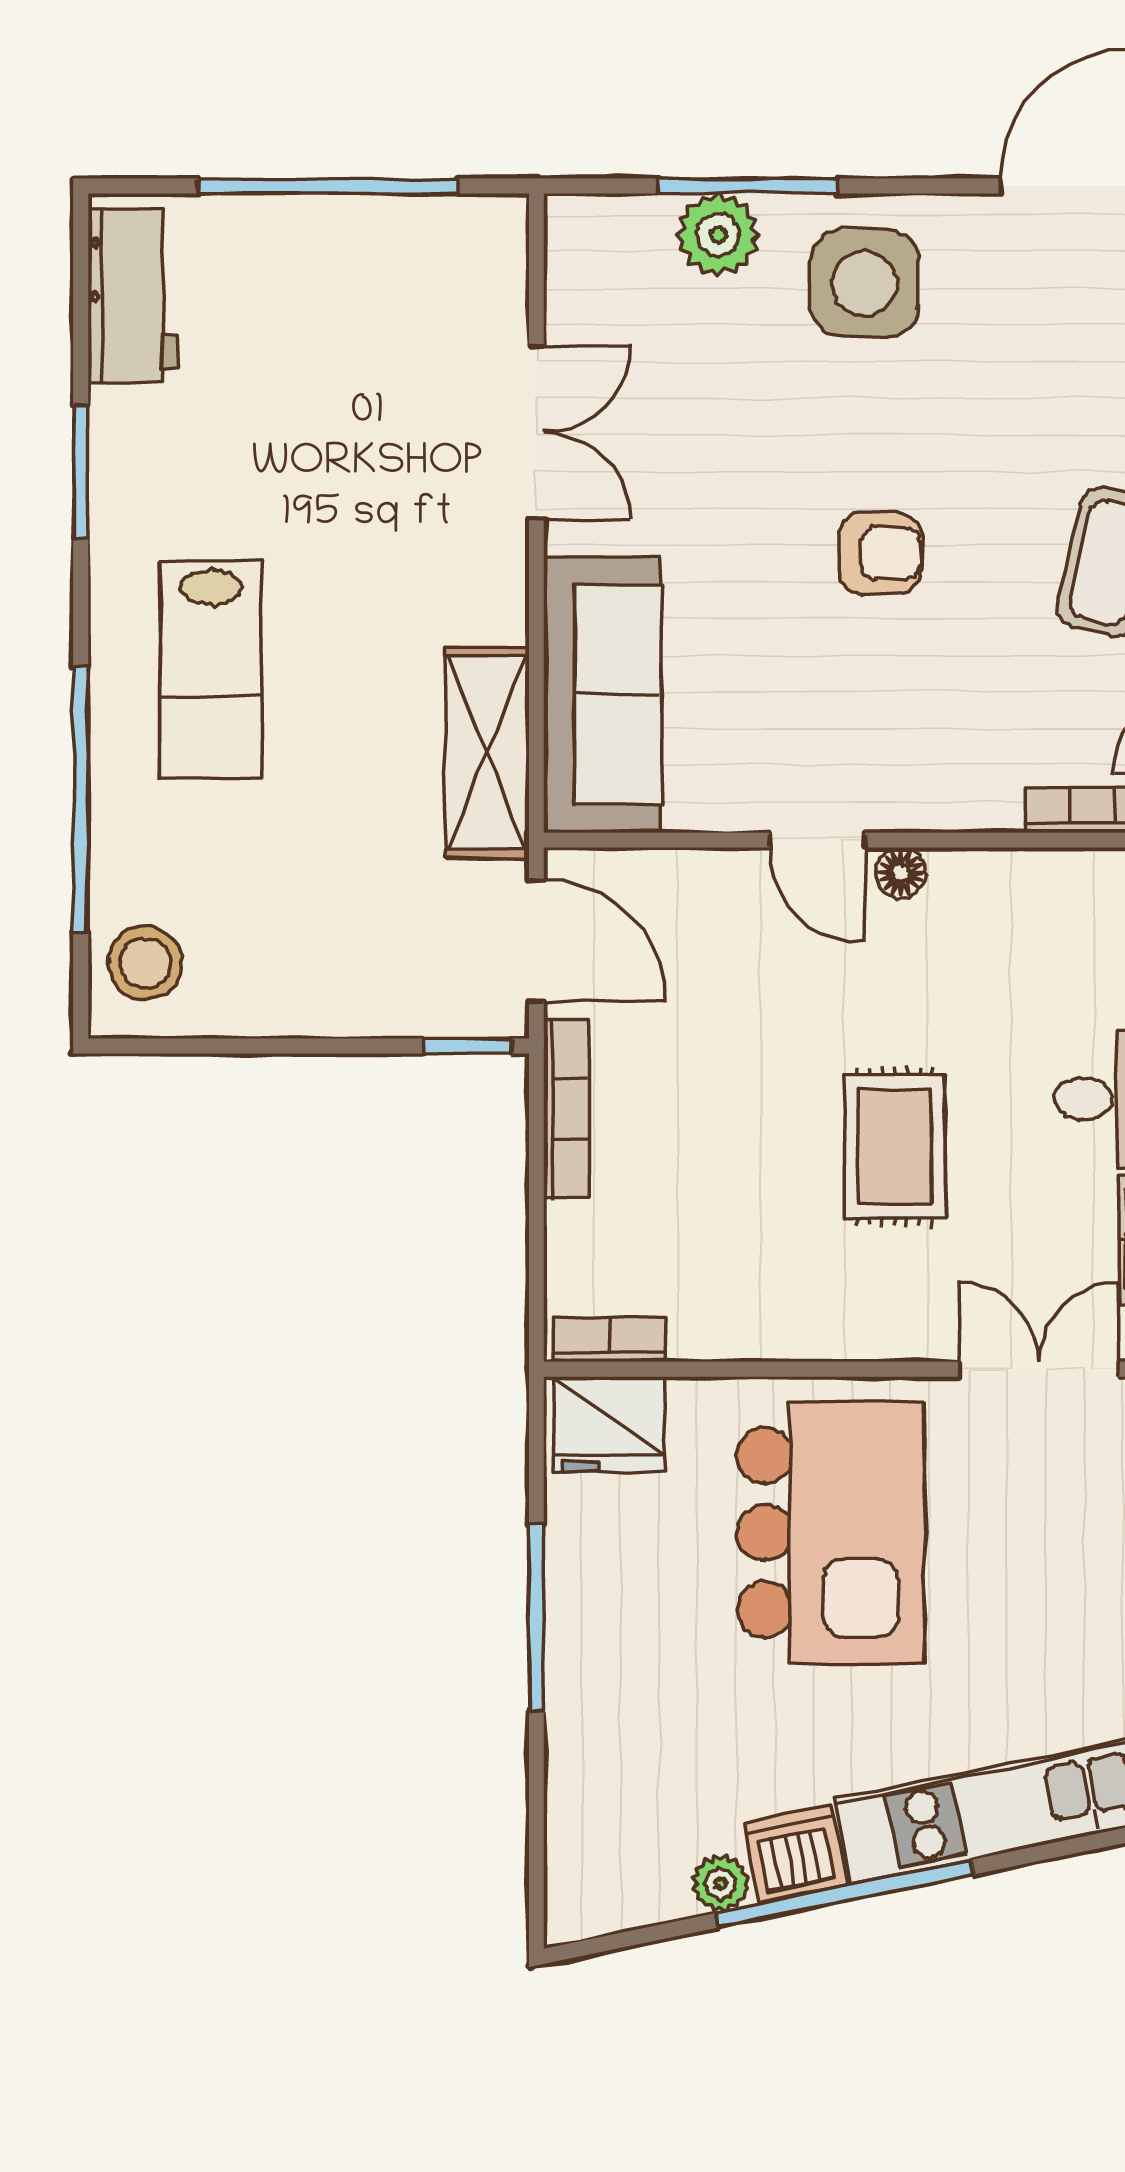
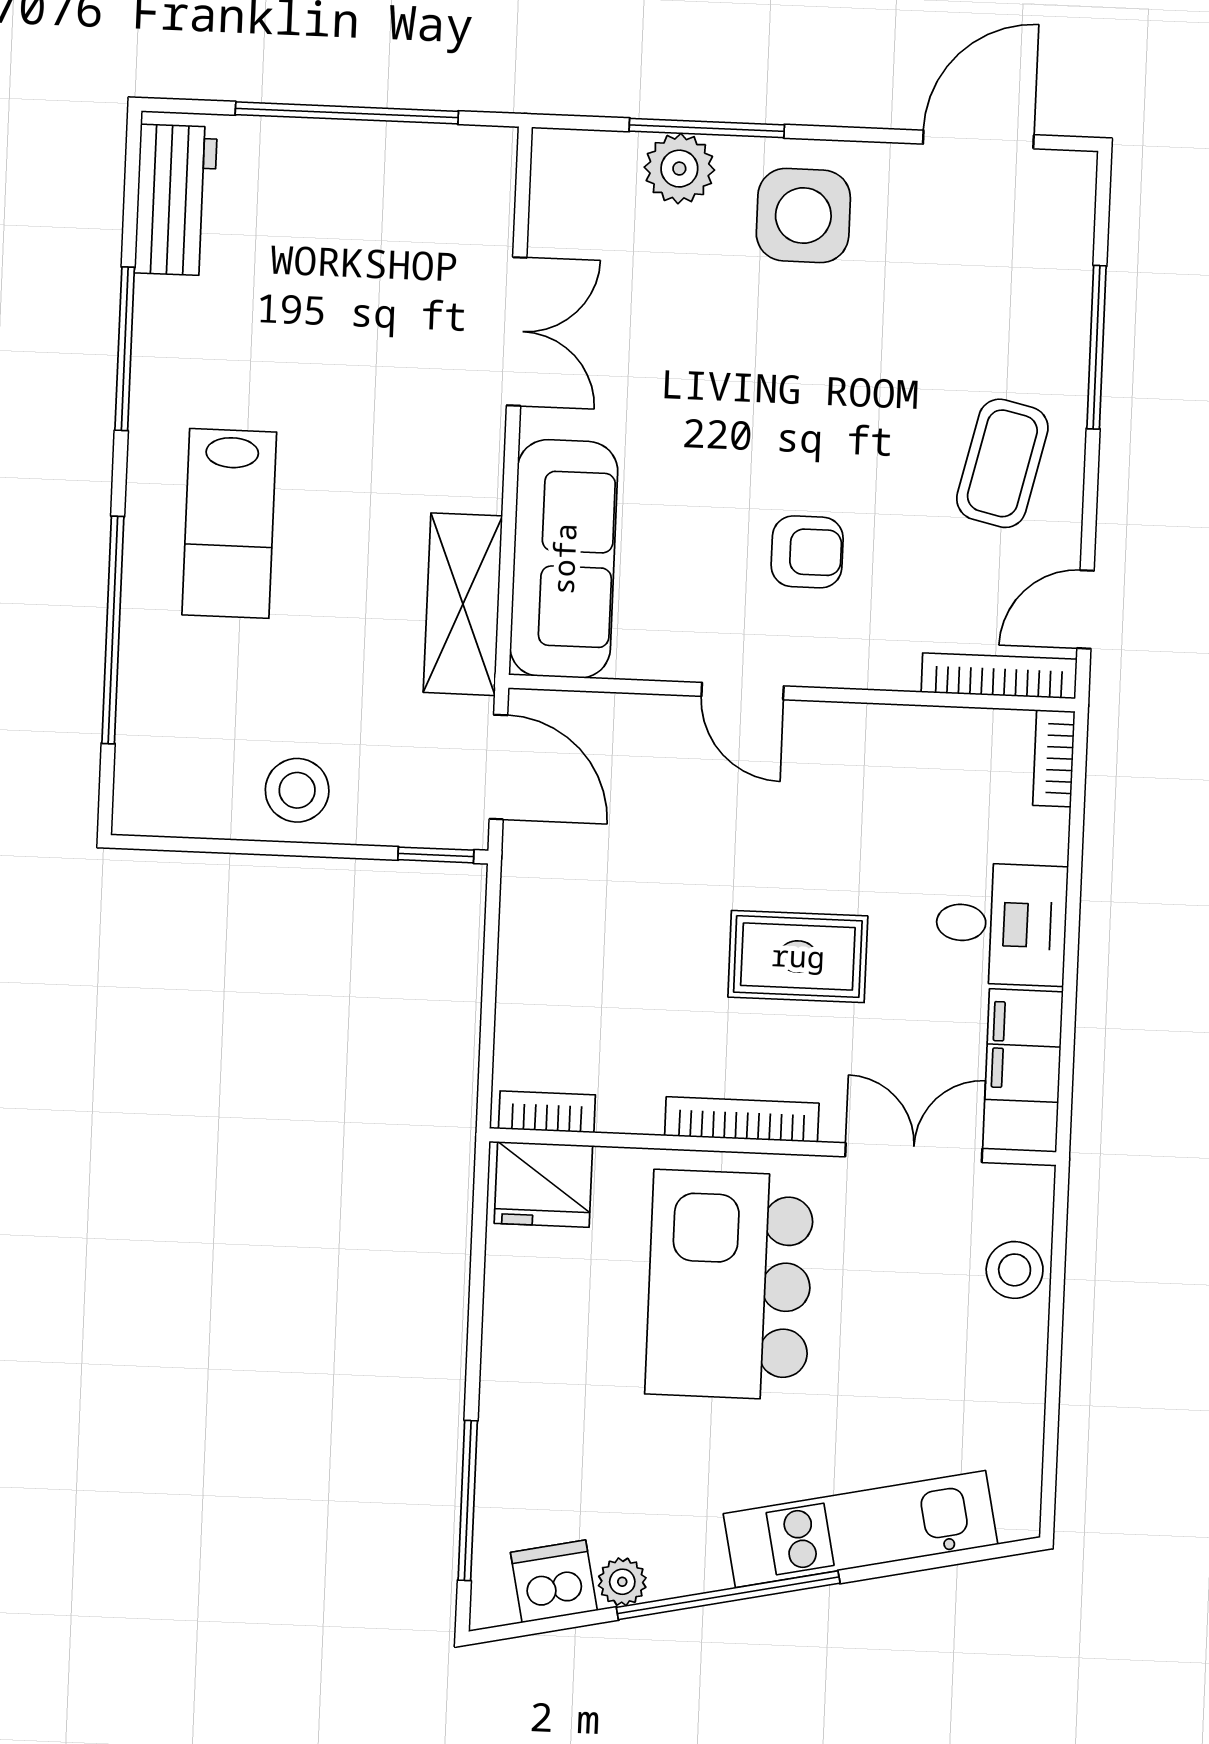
window: (81, 472) -> (125, 349), width x1.44
armchair: (880, 553) -> (807, 552), moved
floor lamp: (901, 873) -> (813, 722), removed
stool: (145, 963) -> (297, 790), moved
bookcase: (567, 1109) -> (742, 1120), moved, turned -90
rug: (894, 1146) -> (798, 956), turned 90
kitchen island: (831, 1532) -> (730, 1285), turned 180
window: (536, 1618) -> (468, 1500), moved
dishwasher: (795, 1854) -> (554, 1581), moved

